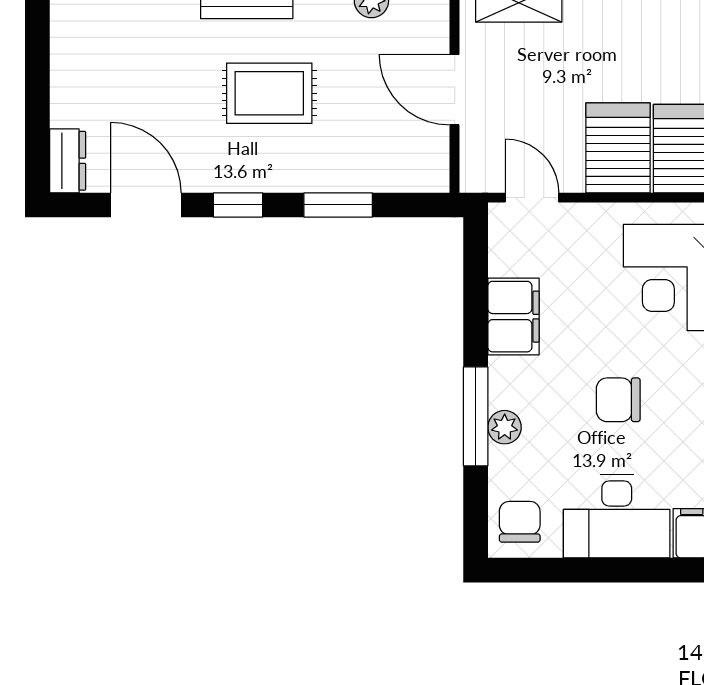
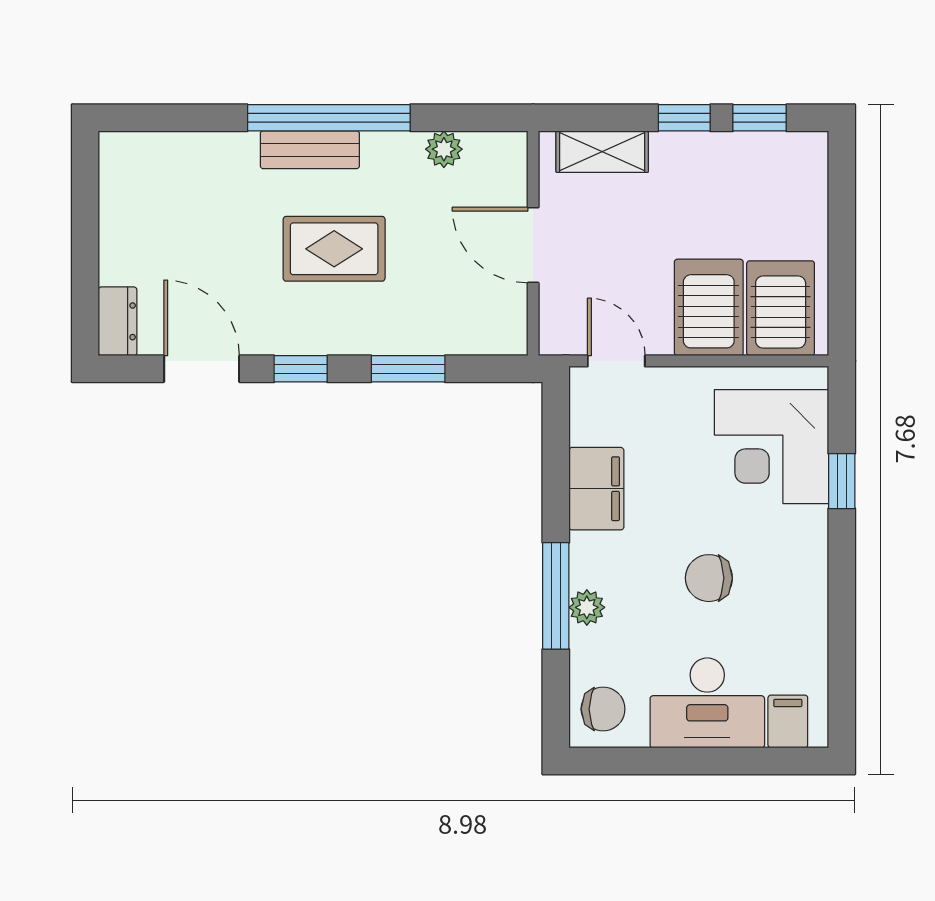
chair: (520, 522) -> (603, 709), turned 90

